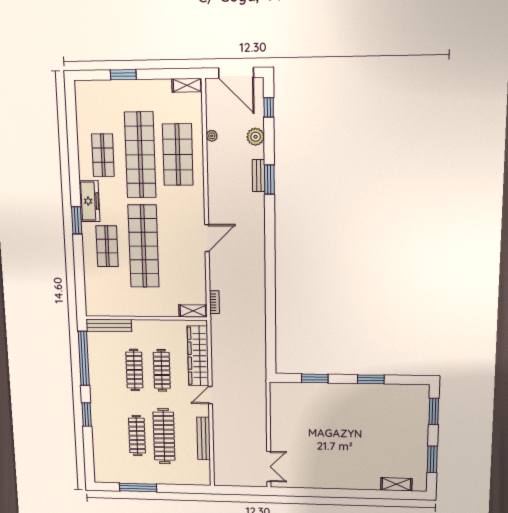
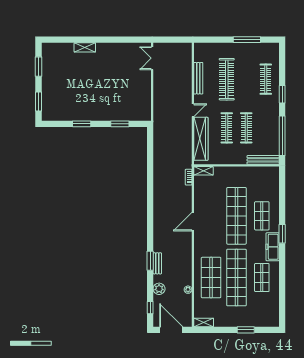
clothes rail: (137, 436) -> (266, 79), moved
shelving: (396, 484) -> (85, 47), moved

